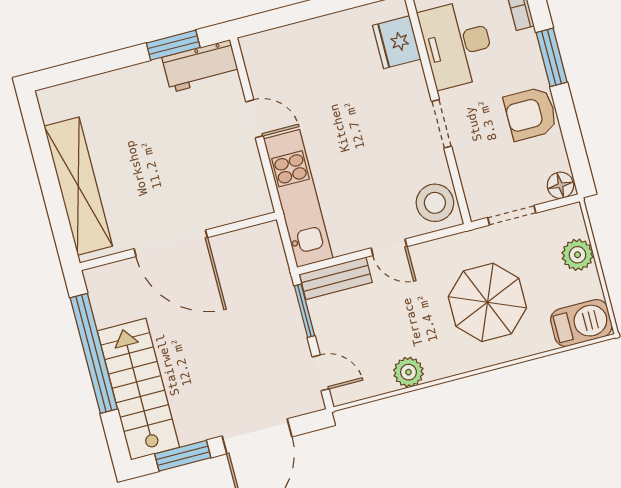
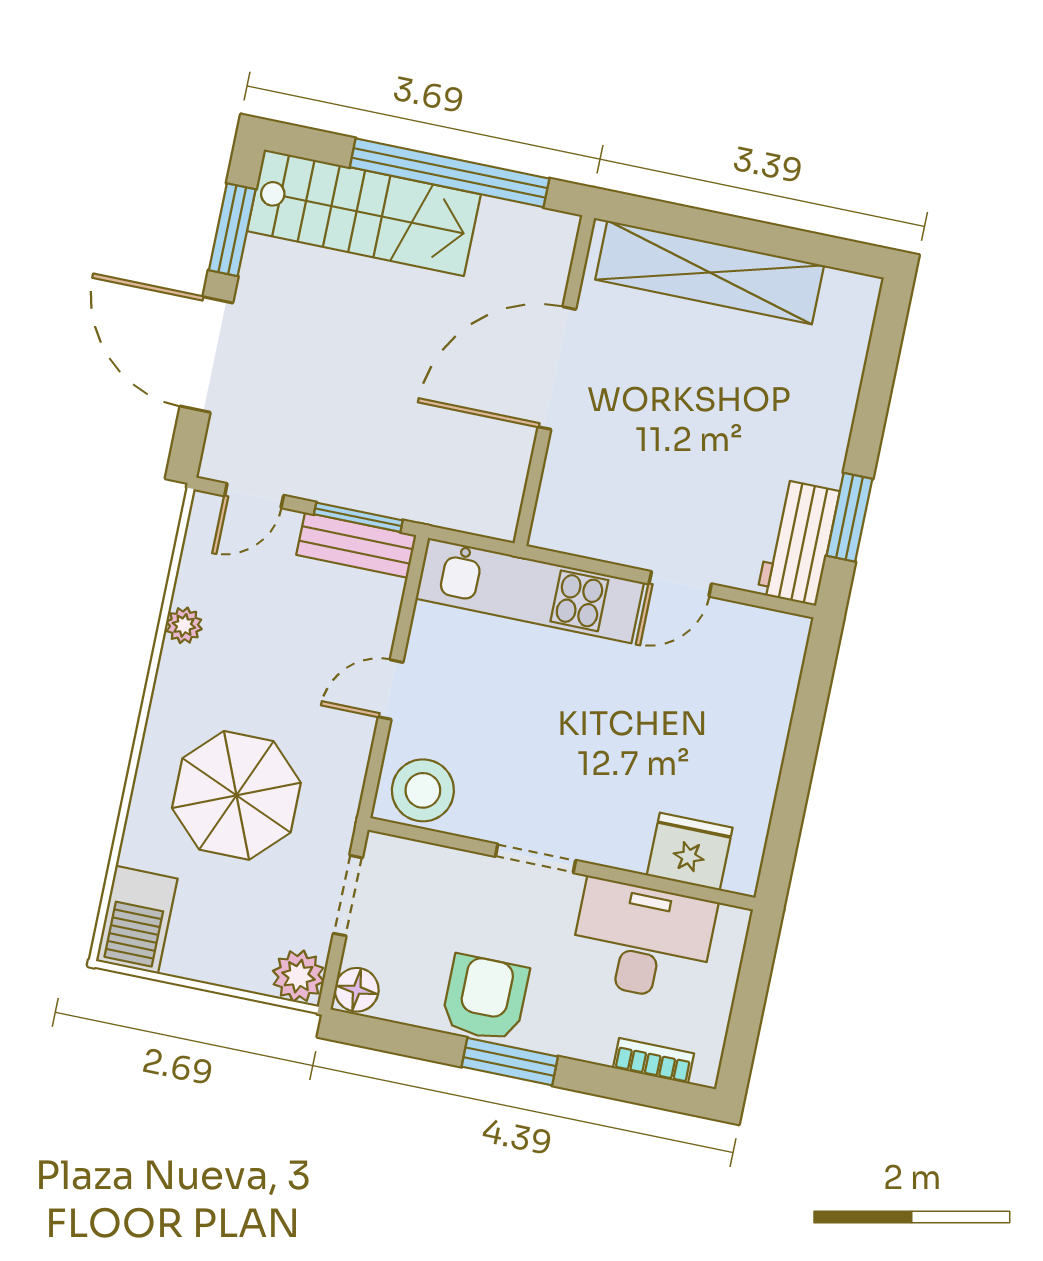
window: (552, 57) -> (510, 1062), moved
plant: (578, 255) -> (298, 976), moved
bench: (336, 278) -> (356, 545), moved, turned 90
plant: (408, 372) -> (184, 625), width x0.73, depth x0.73

